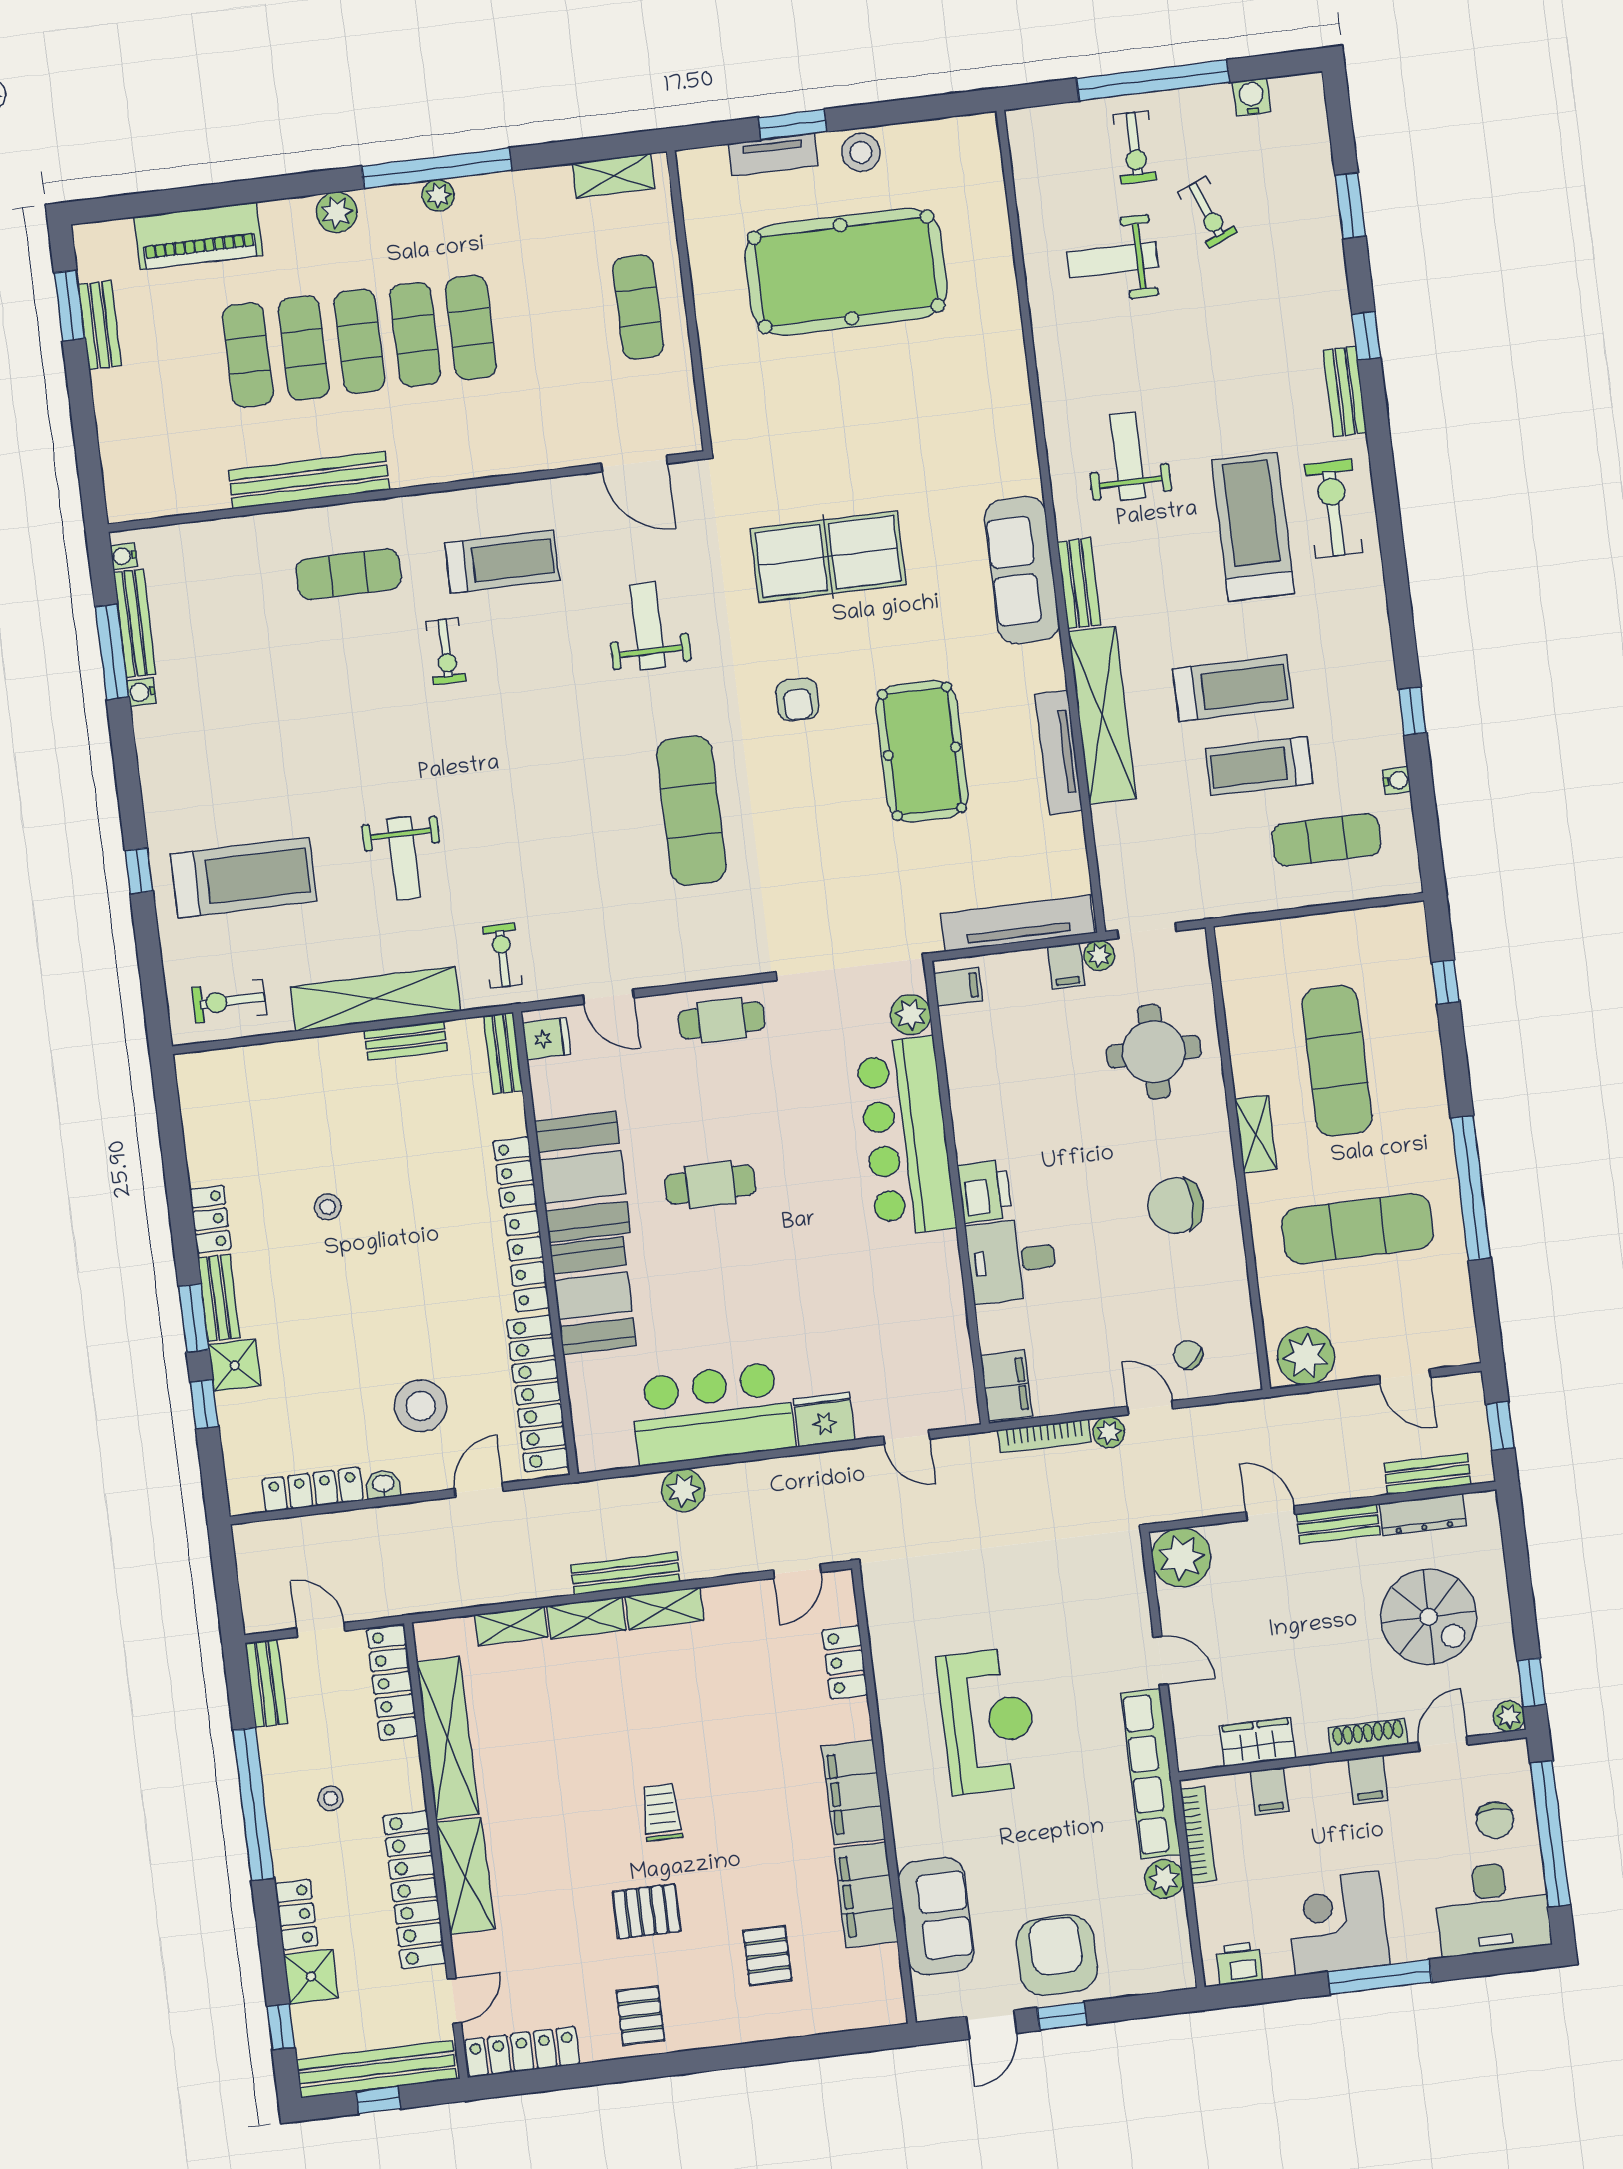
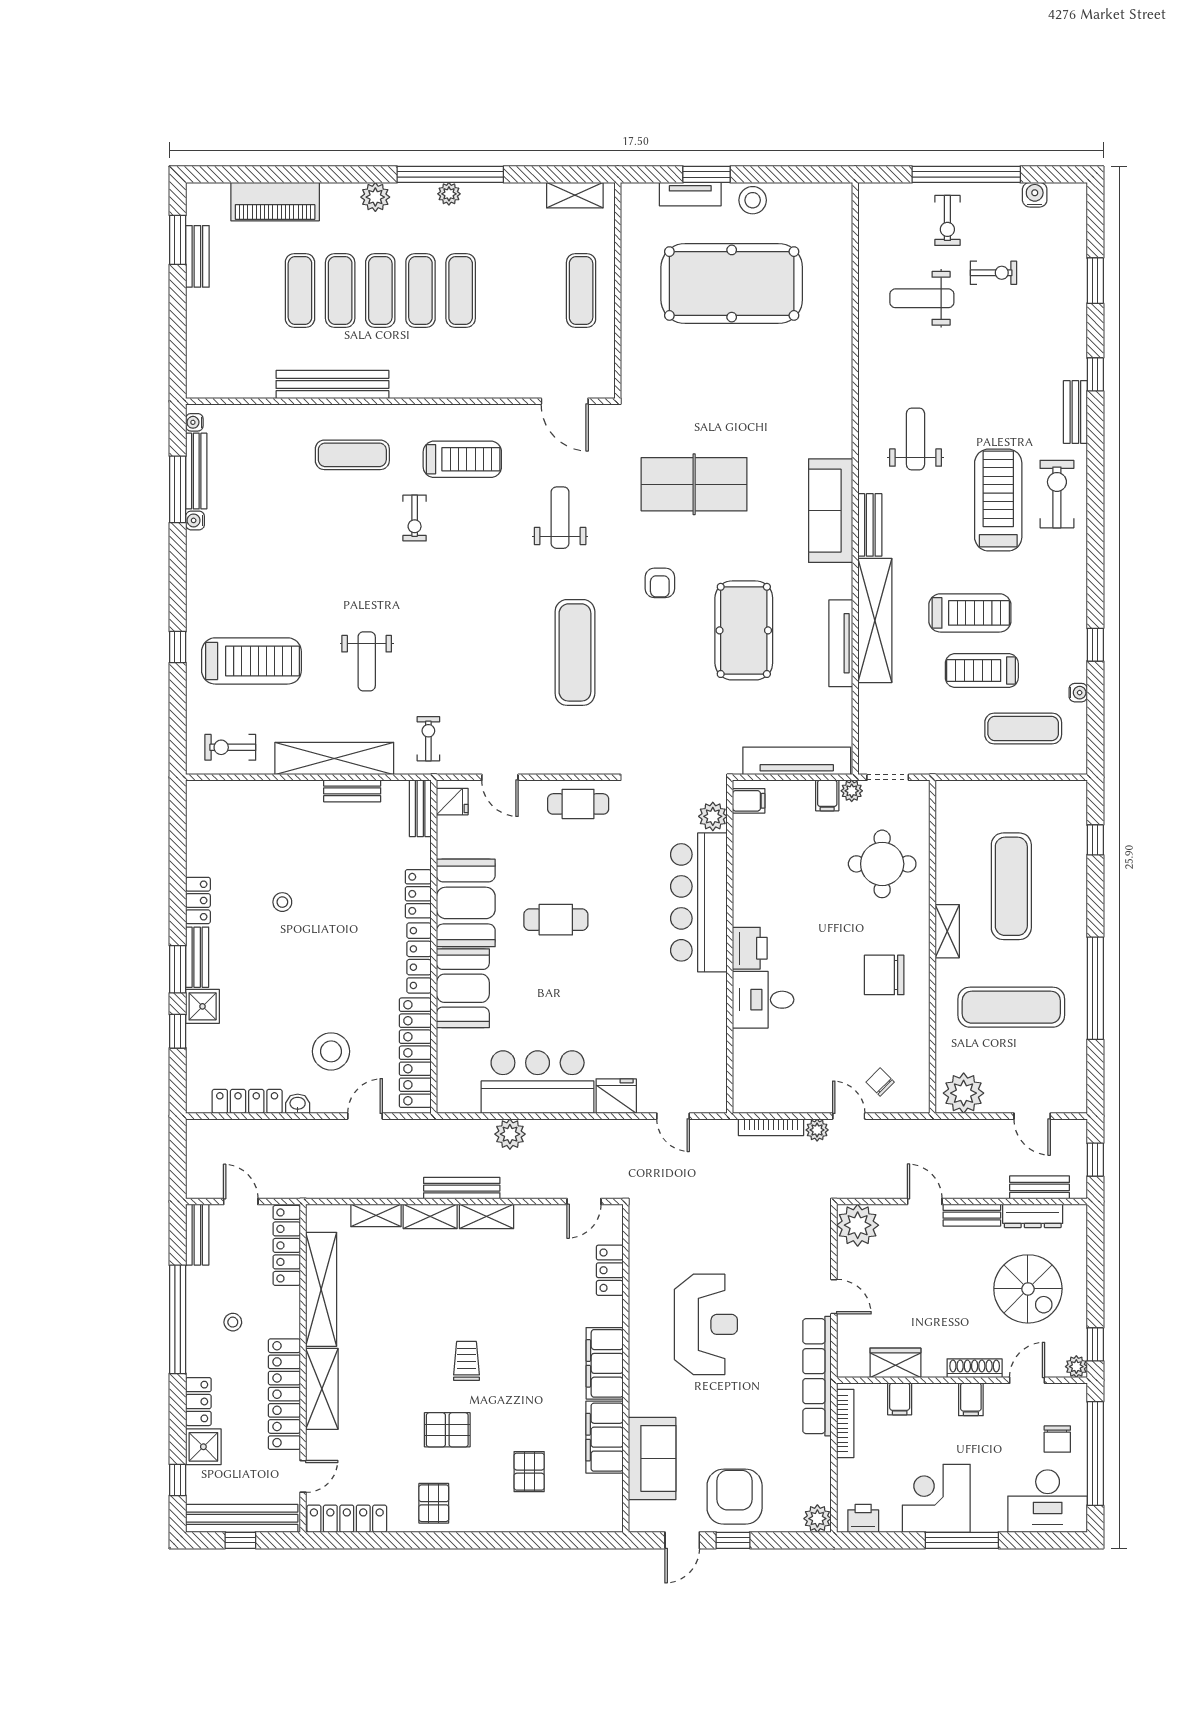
exercise bike: (1208, 212) -> (993, 273), turned -68
filing cabinet: (1006, 1386) -> (748, 1088), removed
plant: (1164, 1879) -> (817, 1519), moved

